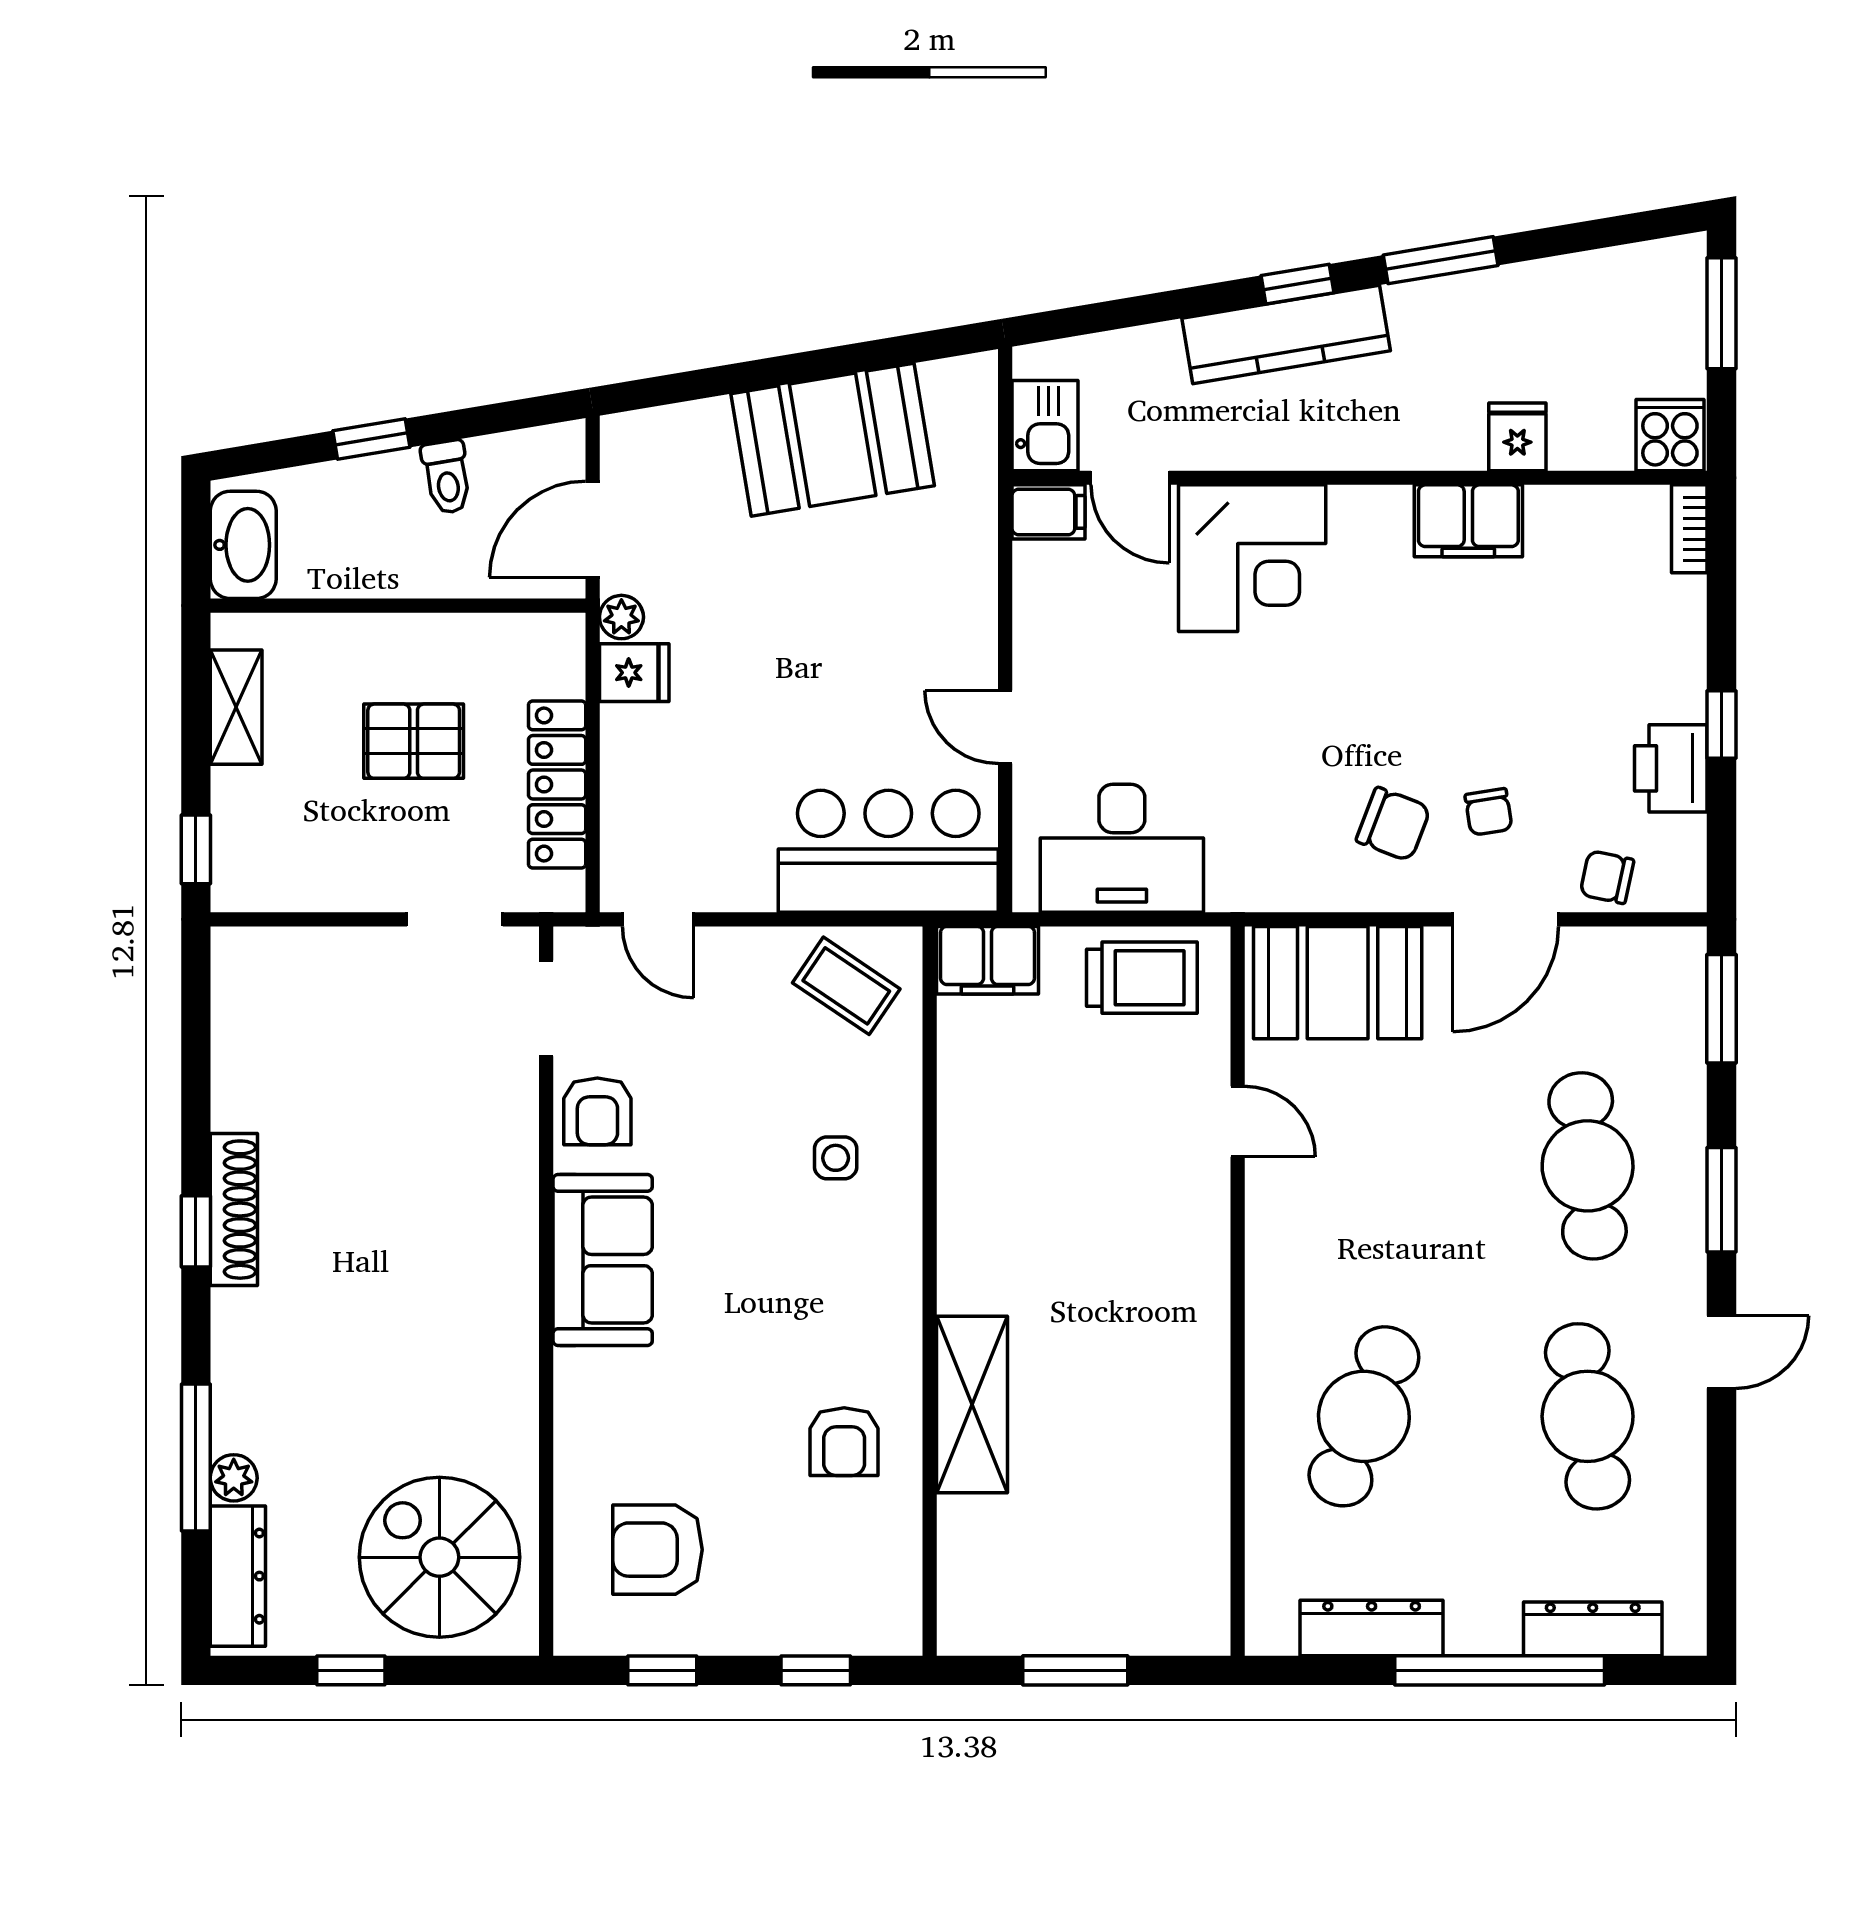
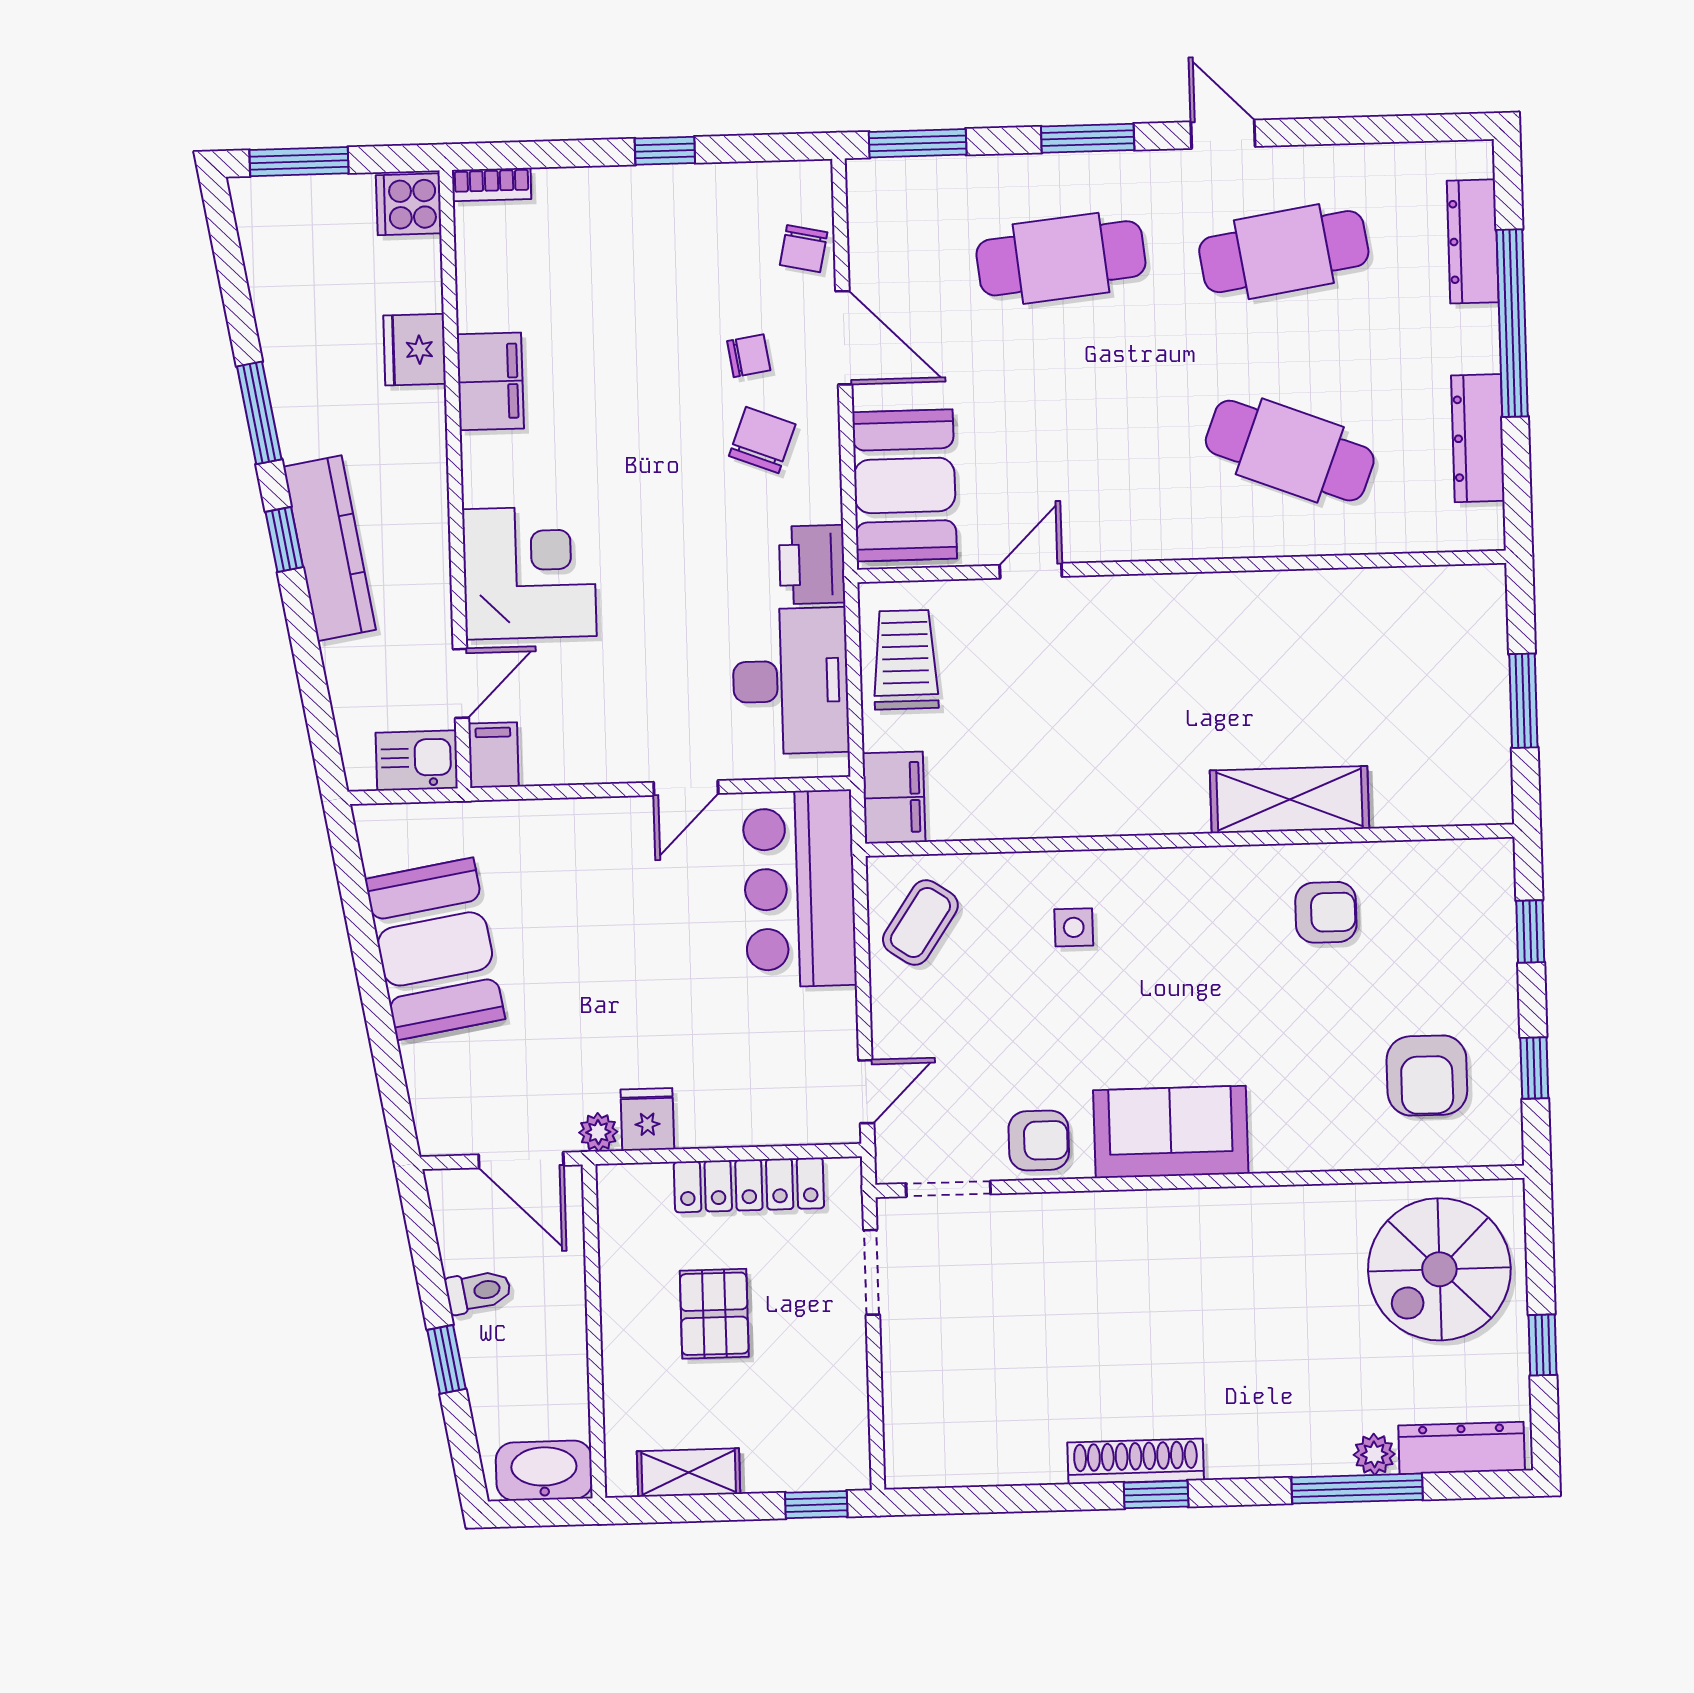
fridge: (1517, 437) -> (415, 350), width x1.38
printer: (1671, 768) -> (812, 565), moved, turned 90

